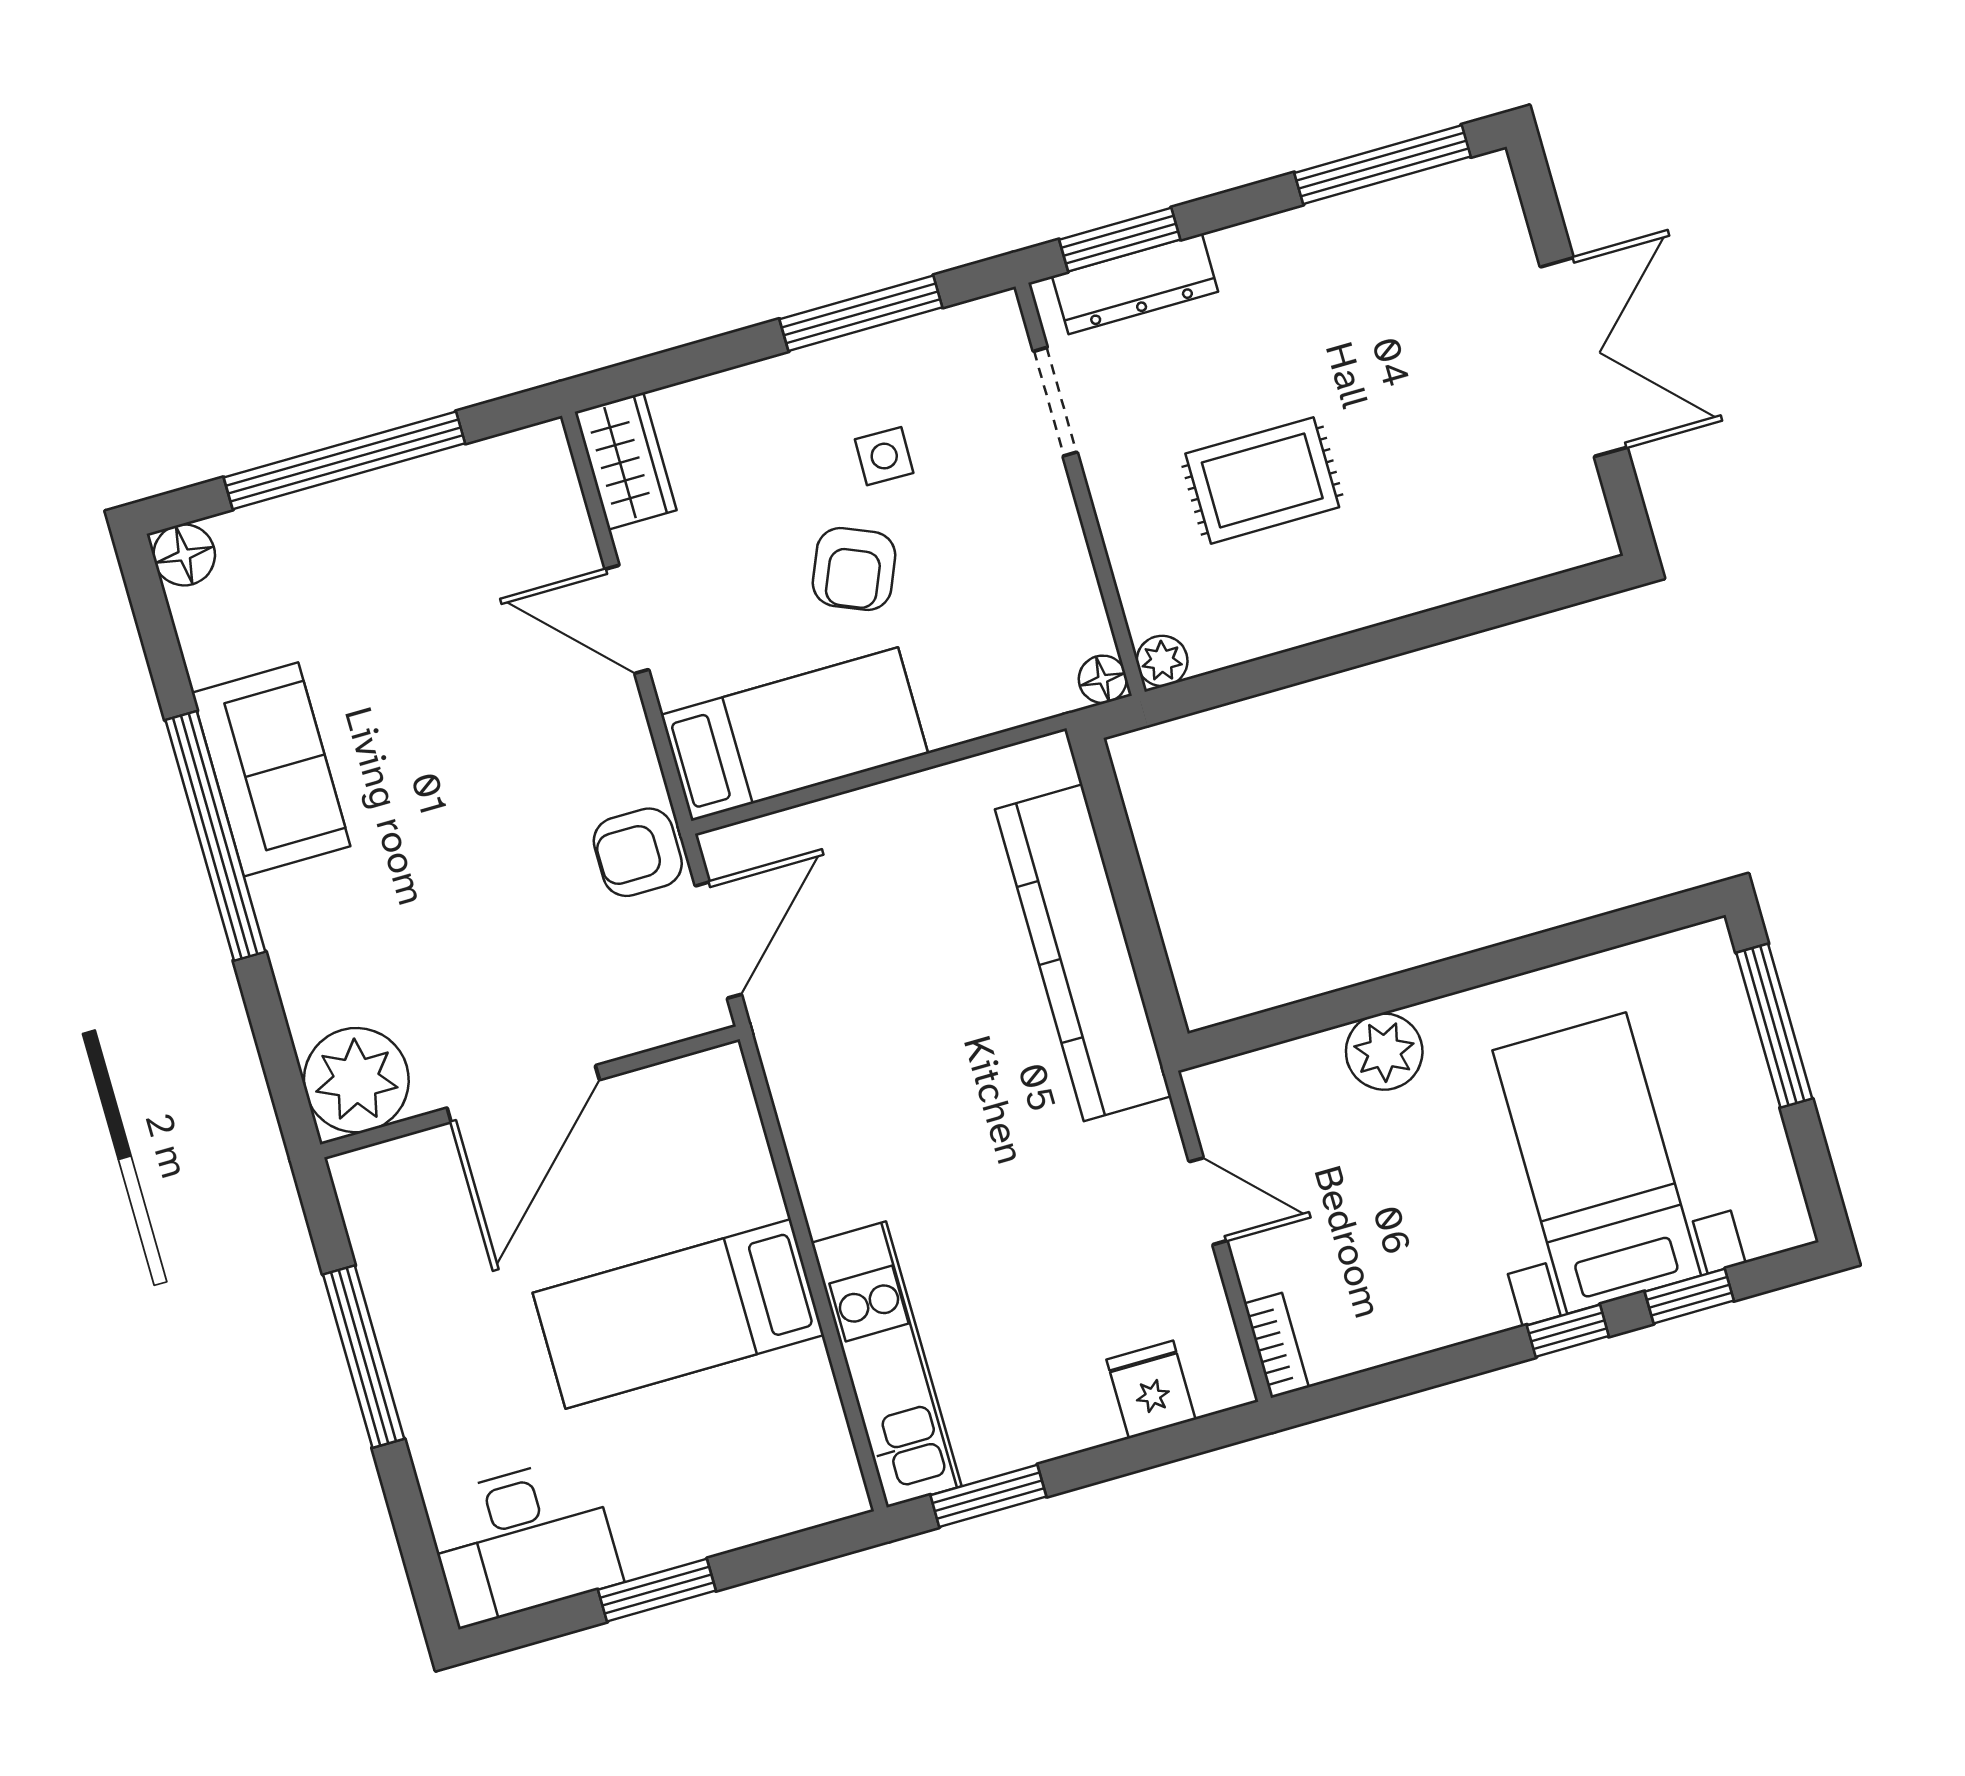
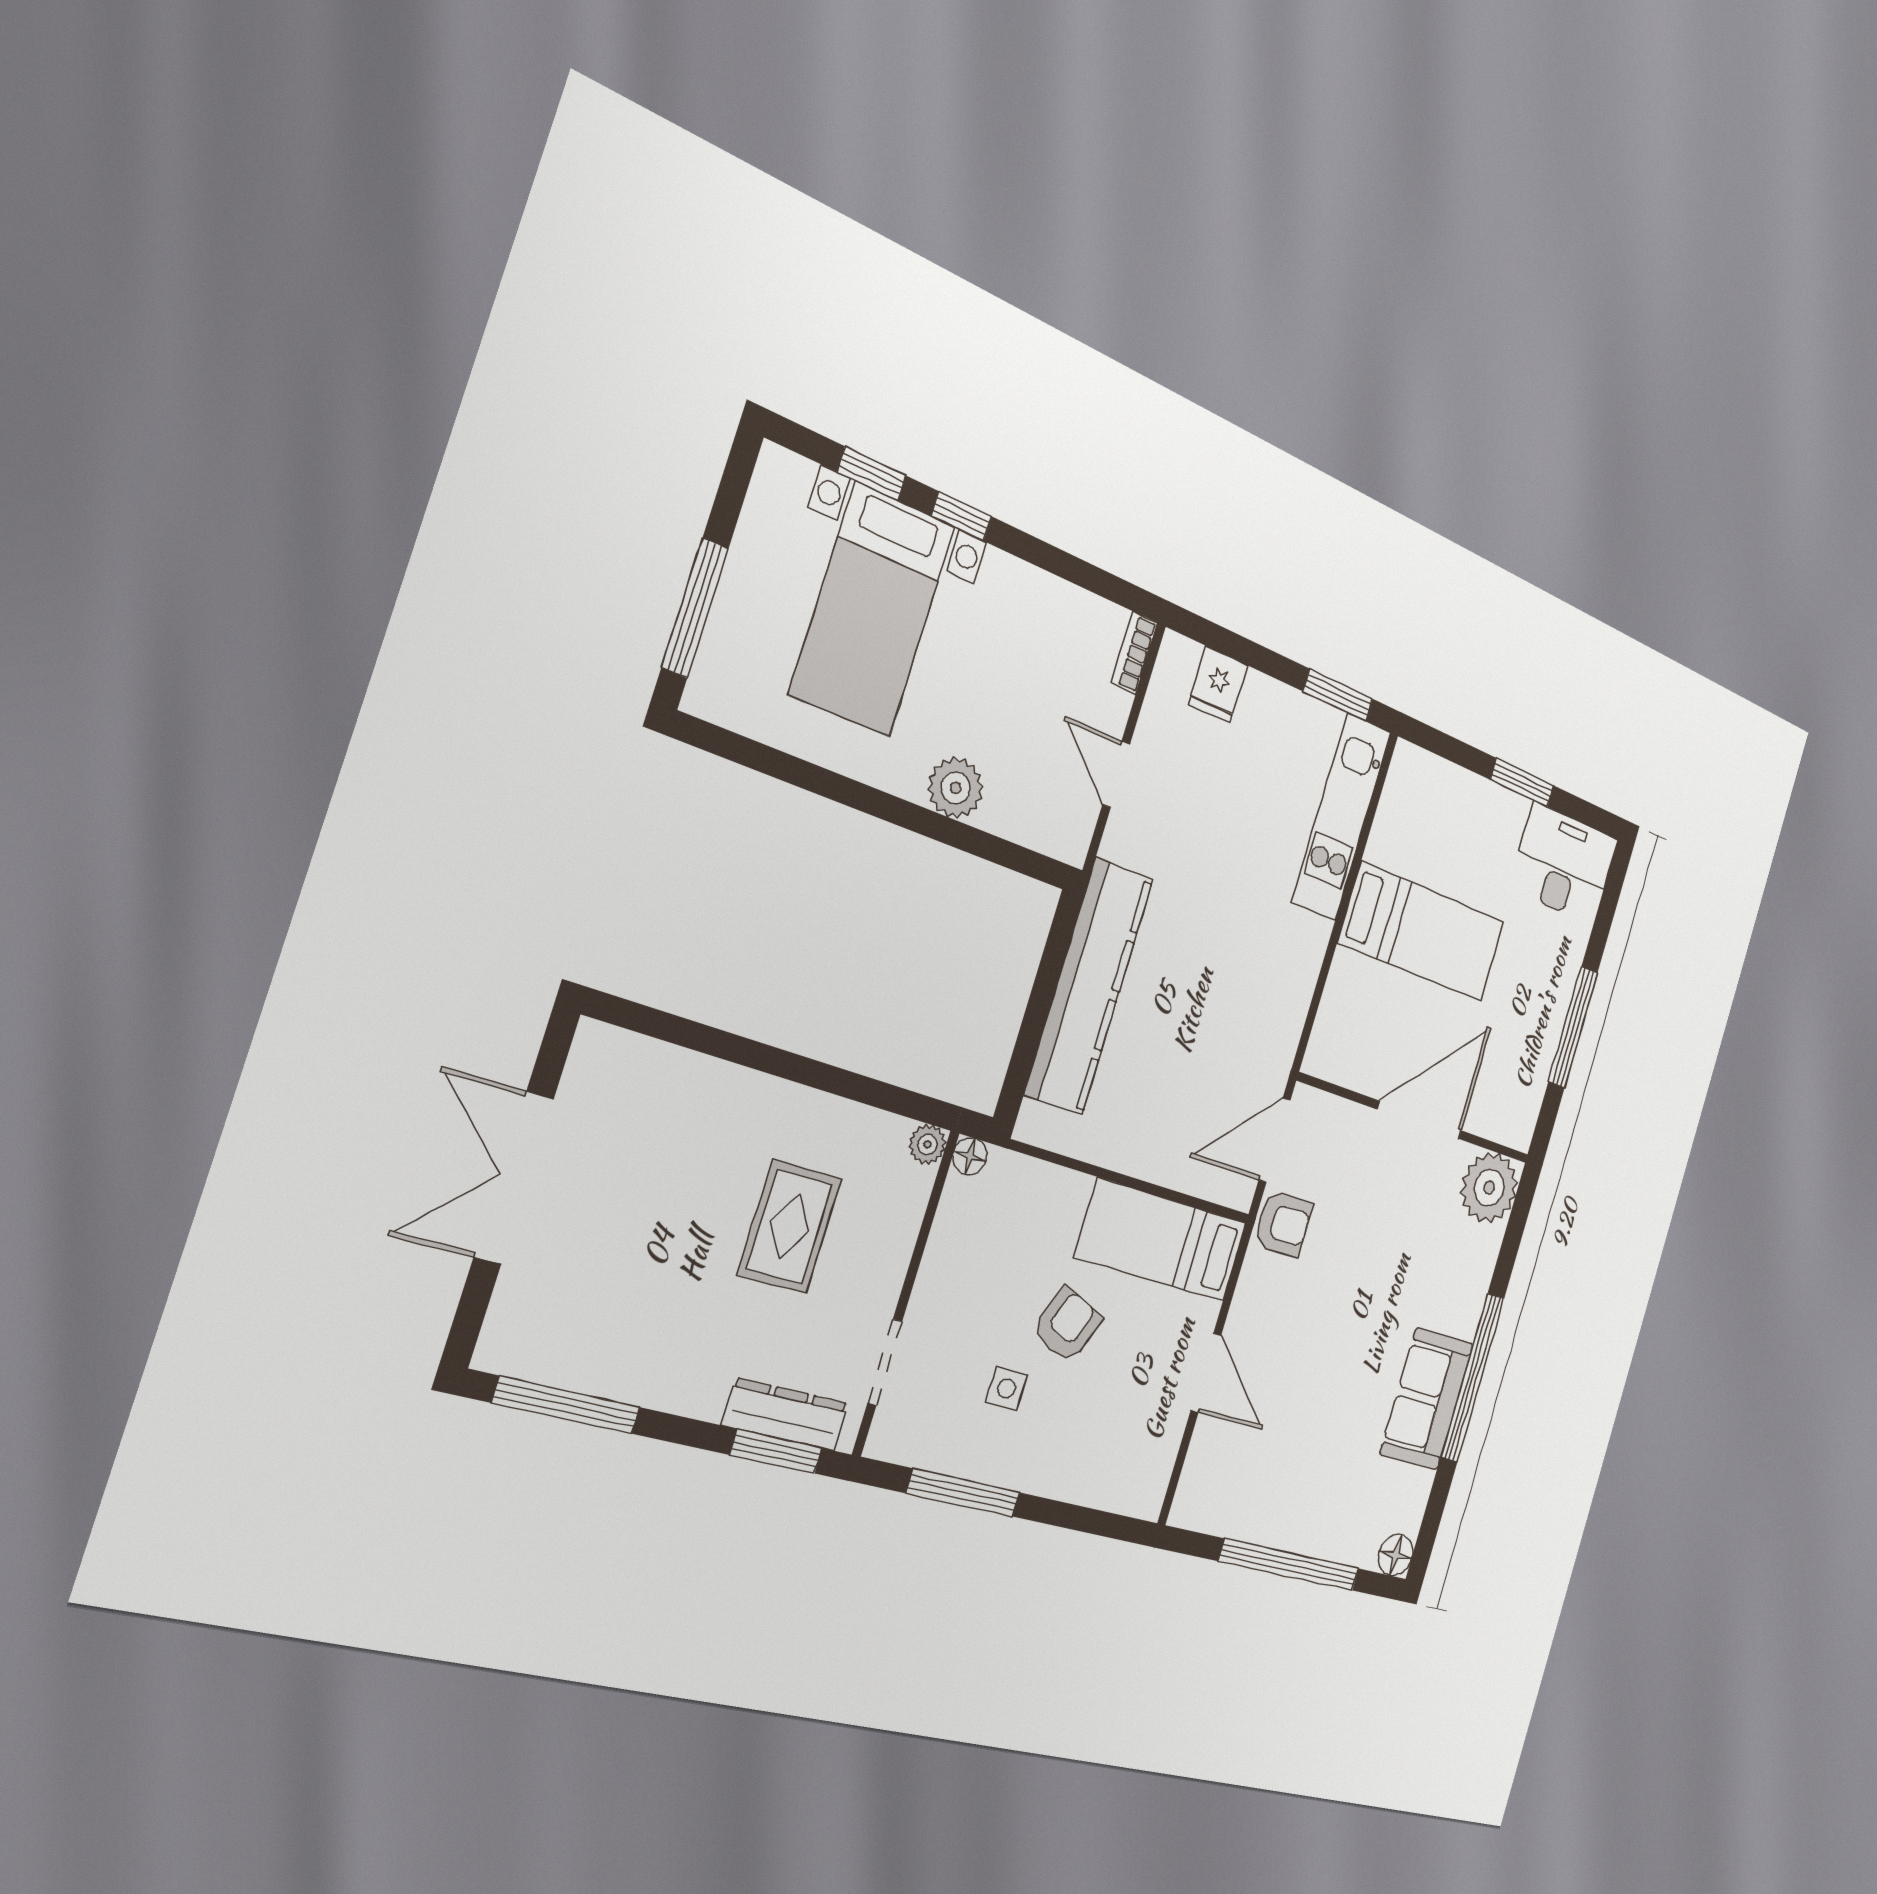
wardrobe: (626, 461) -> (1149, 1475), removed
rug: (1262, 480) -> (790, 1226), turned 90

